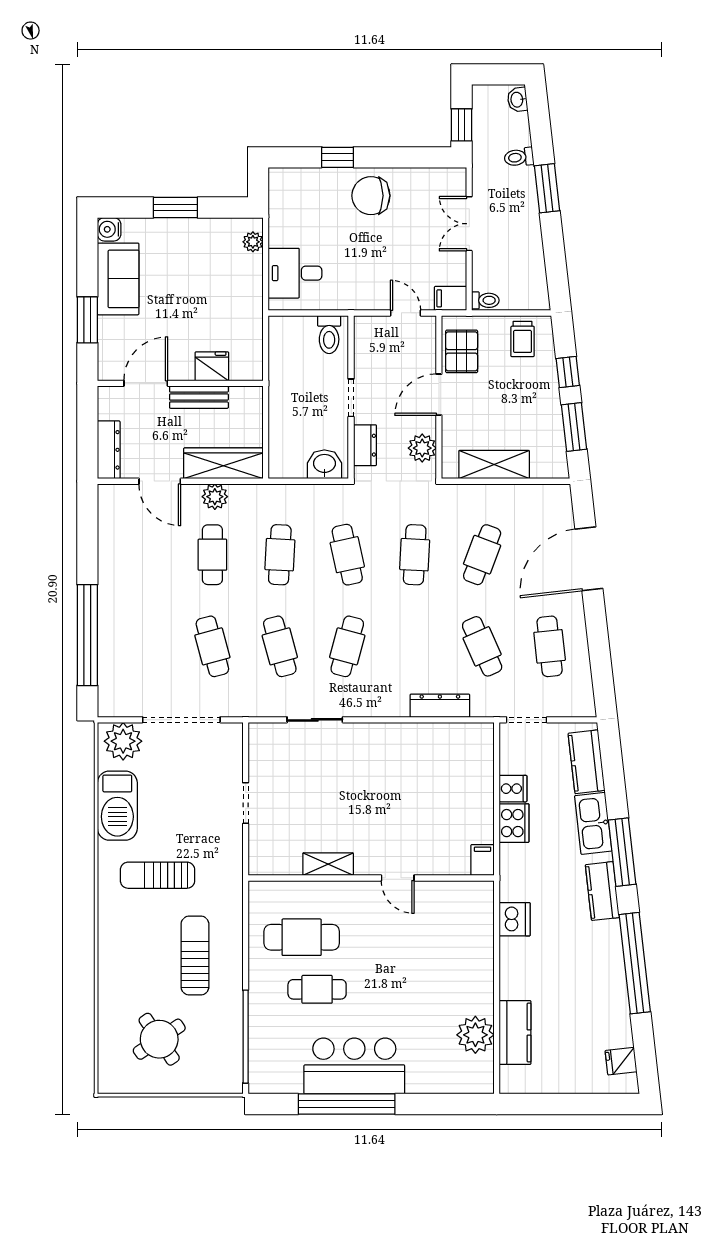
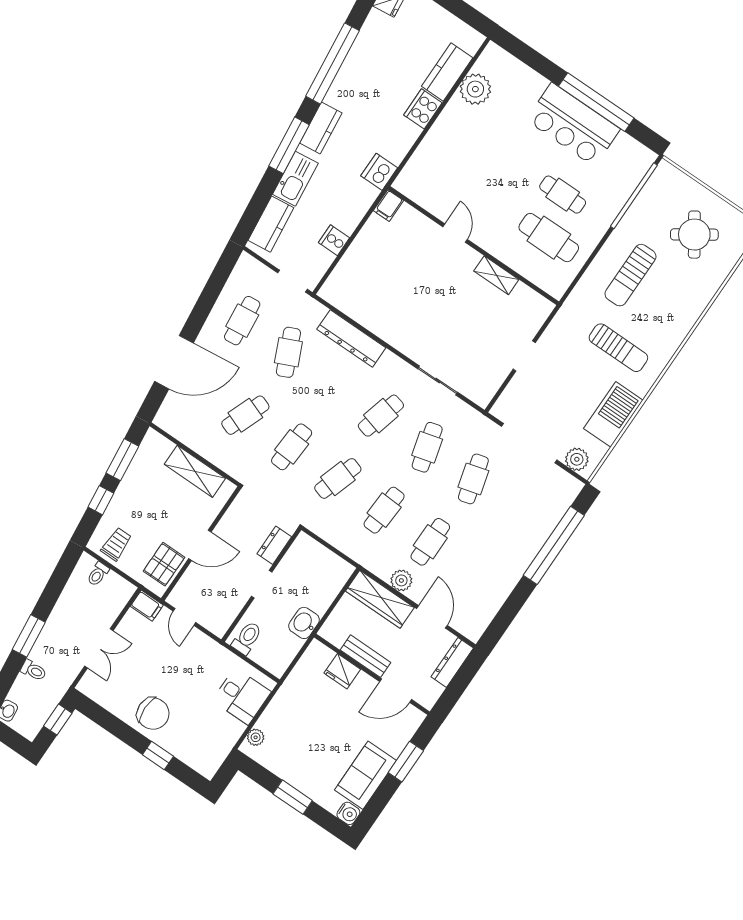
toilet: (485, 300) -> (98, 574), moved, turned -90
plant: (422, 448) -> (236, 516), removed
washbasin: (324, 464) -> (304, 623), moved, turned 90
cafe table: (347, 555) -> (338, 478), turned 30
dresser: (440, 706) -> (351, 338), width x1.37, depth x1.24
plant: (123, 741) -> (577, 459), width x0.73, depth x0.73
cooker: (514, 823) -> (423, 109), moved
dishwasher: (515, 919) -> (379, 172), moved

